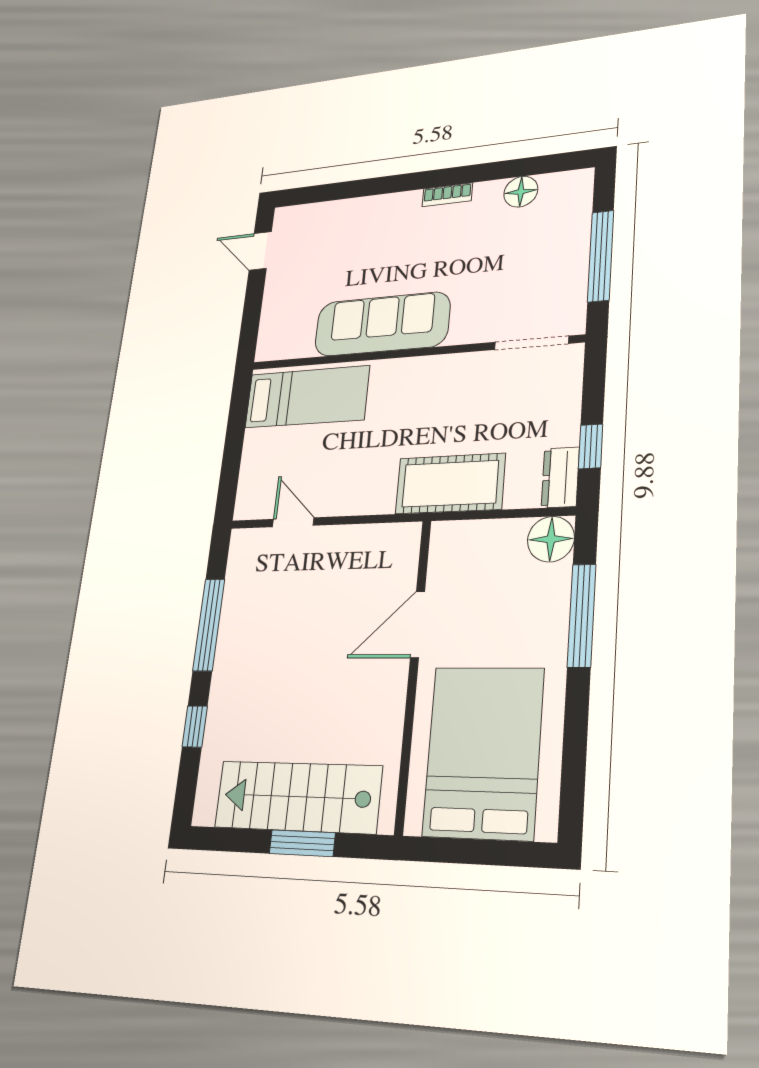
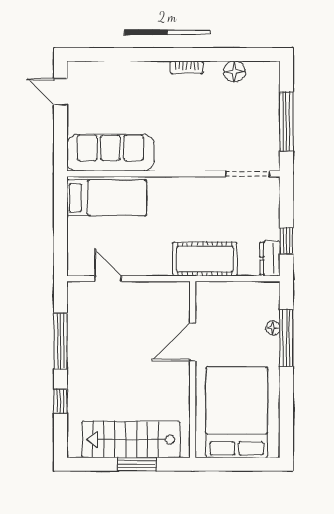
sofa: (382, 324) -> (110, 153), moved
floor lamp: (551, 539) -> (273, 328), moved, width x0.53, depth x0.53

